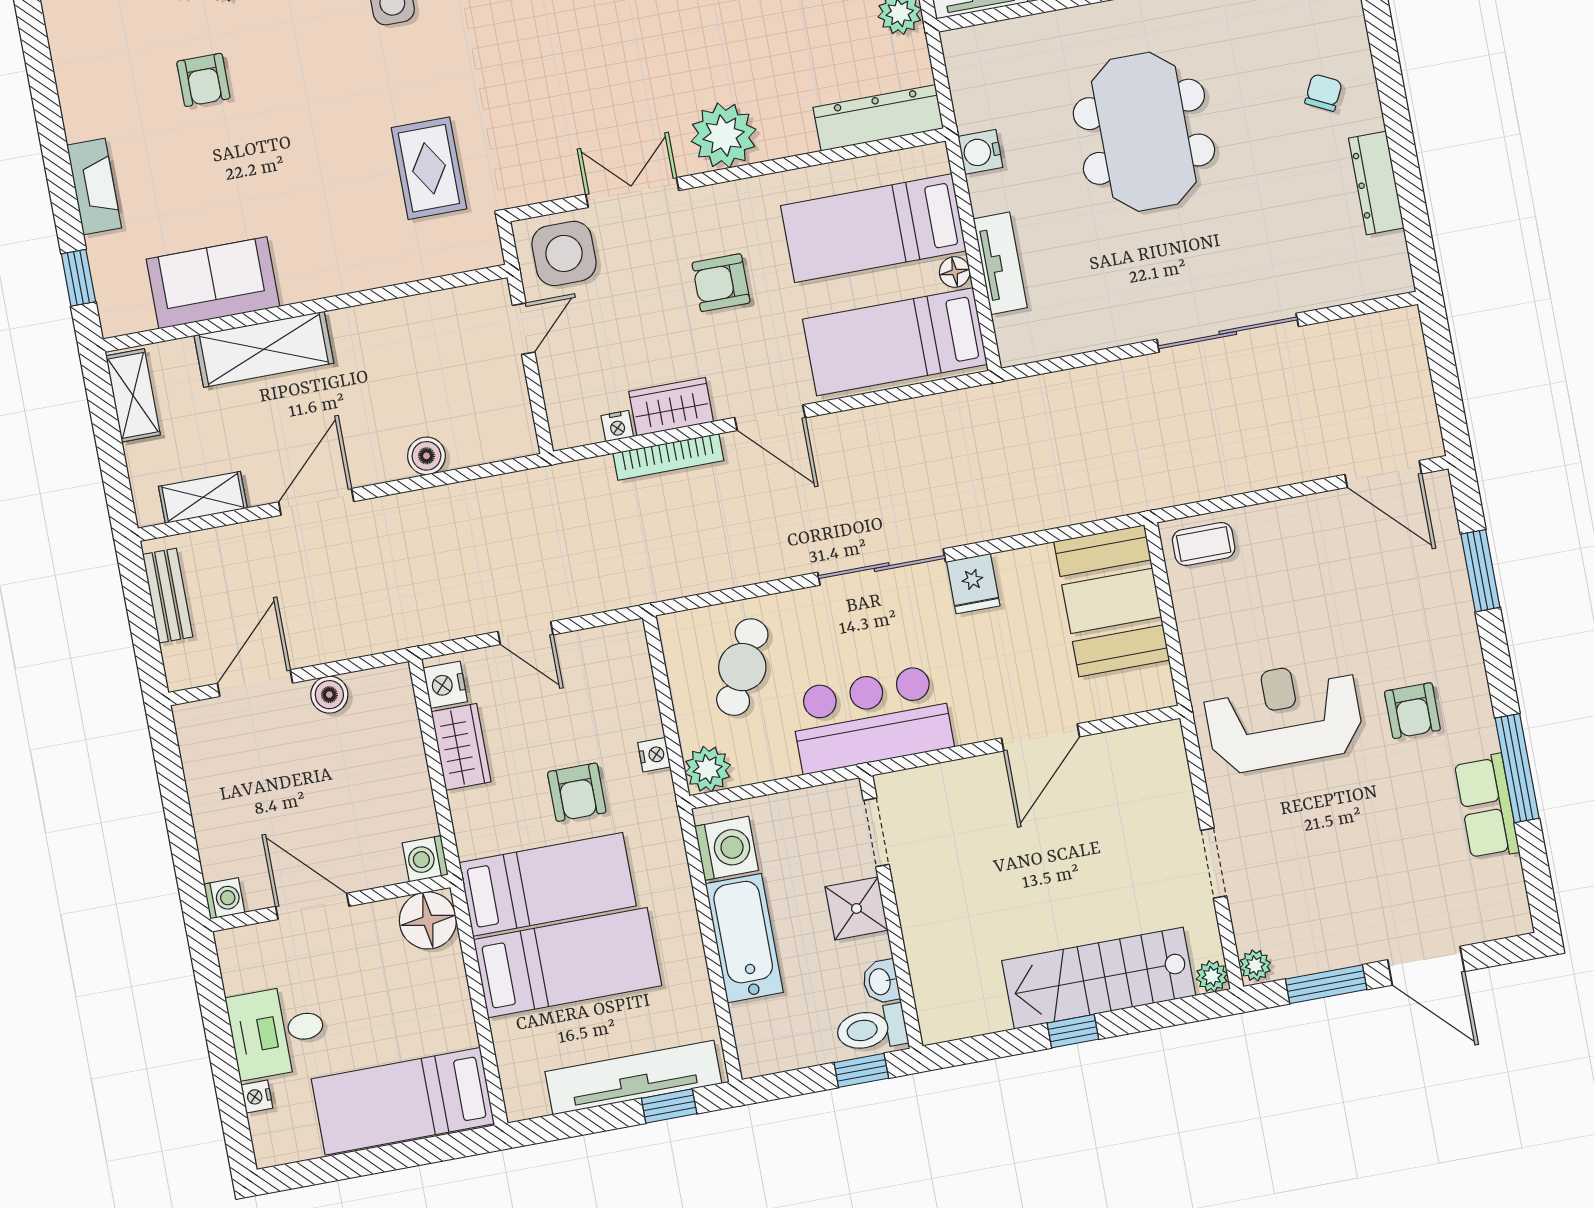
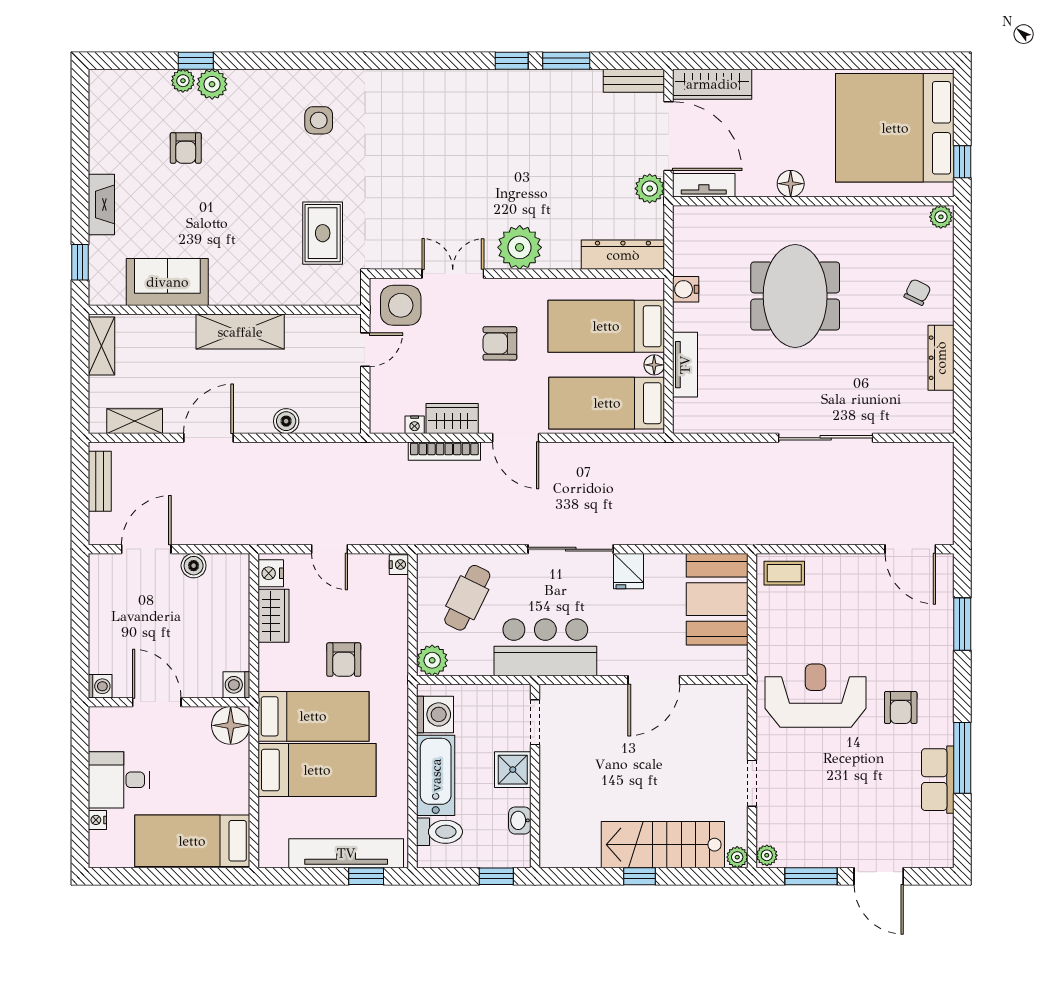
shelving: (264, 349) -> (240, 332), moved
nightstand: (654, 755) -> (399, 565), moved
toilet: (872, 1029) -> (439, 832), moved, turned 180

